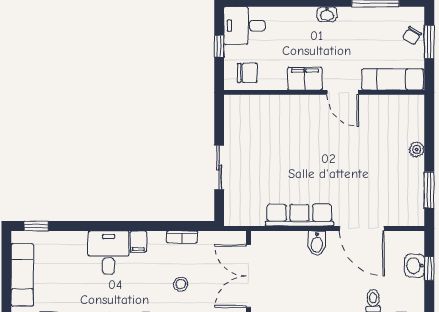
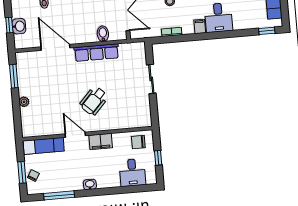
desk: (245, 26) -> (132, 173), moved, turned 90
wheelchair: (310, 142) -> (94, 101), added
bidet: (317, 243) -> (103, 34), moved

